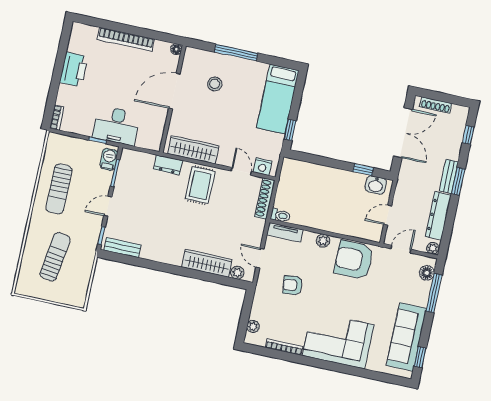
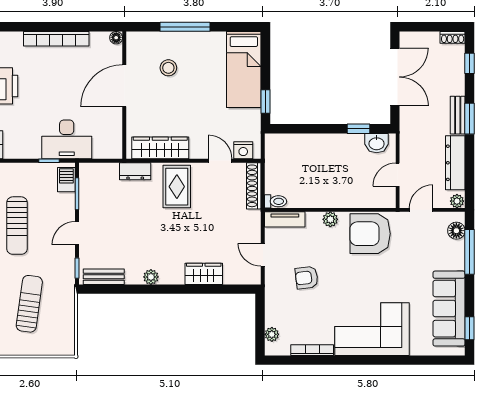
shoe rack: (436, 105) -> (453, 37), moved, width x0.70
wardrobe: (207, 263) -> (204, 274), width x0.67
plant: (237, 273) -> (151, 277), moved

